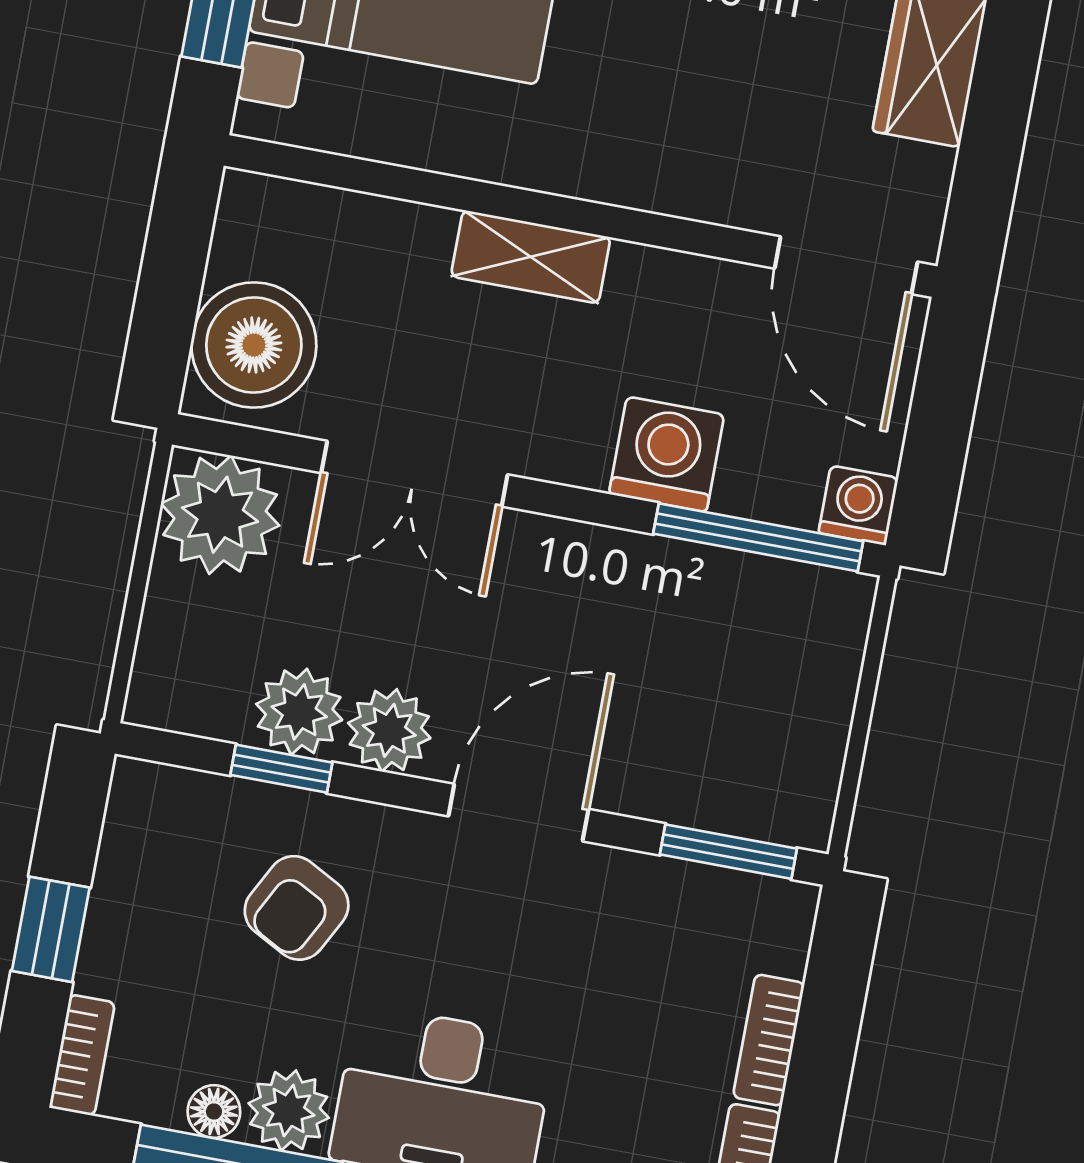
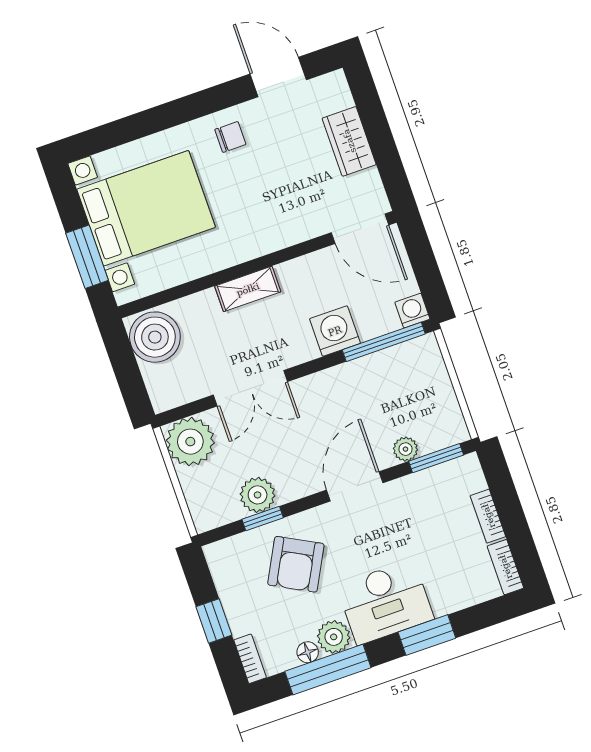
boiler: (254, 345) -> (155, 337), moved
plant: (389, 730) -> (405, 449), moved, width x0.73, depth x0.73
armchair: (297, 908) -> (296, 564), width x1.38, depth x1.38

